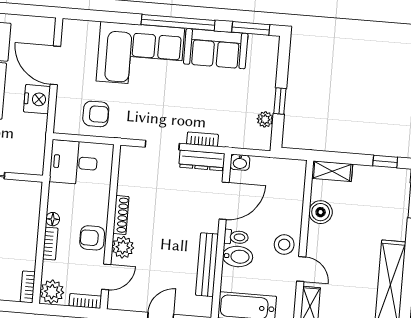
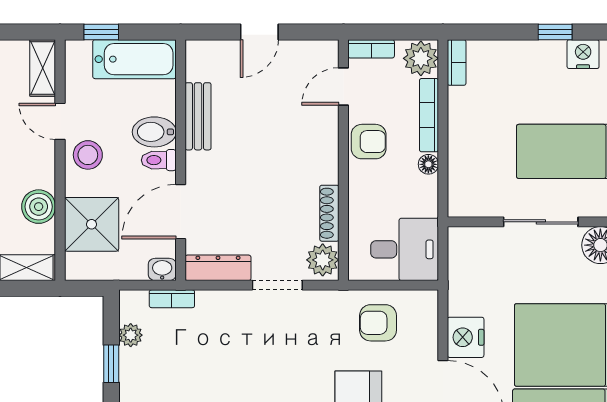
bookcase: (202, 139) -> (172, 299), moved
shower: (286, 197) -> (92, 224), added
shoe rack: (121, 215) -> (329, 213), moved
bookcase: (50, 244) -> (429, 115), width x1.56
plant: (123, 247) -> (323, 260), moved
bench: (207, 265) -> (198, 116), width x0.73

